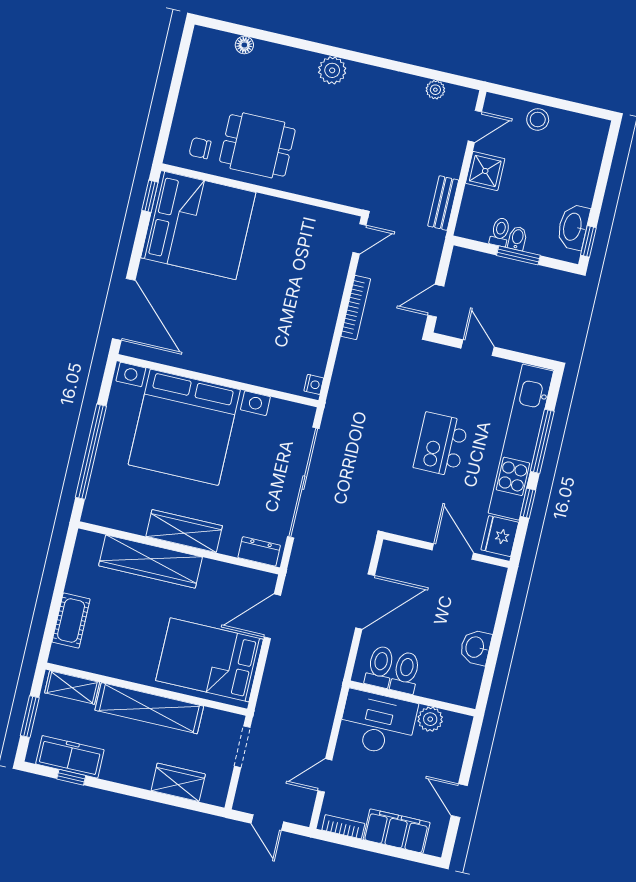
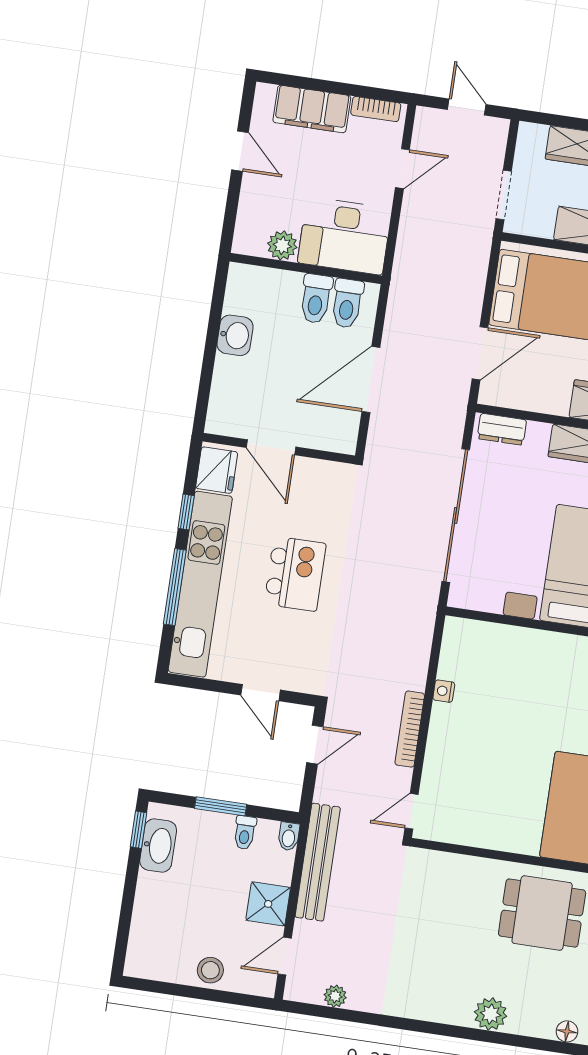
plant: (332, 70) -> (491, 1014), moved
bench: (443, 203) -> (318, 862), width x1.86, depth x1.21
bidet: (517, 238) -> (289, 836), moved
nightstand: (314, 384) -> (444, 691), moved

